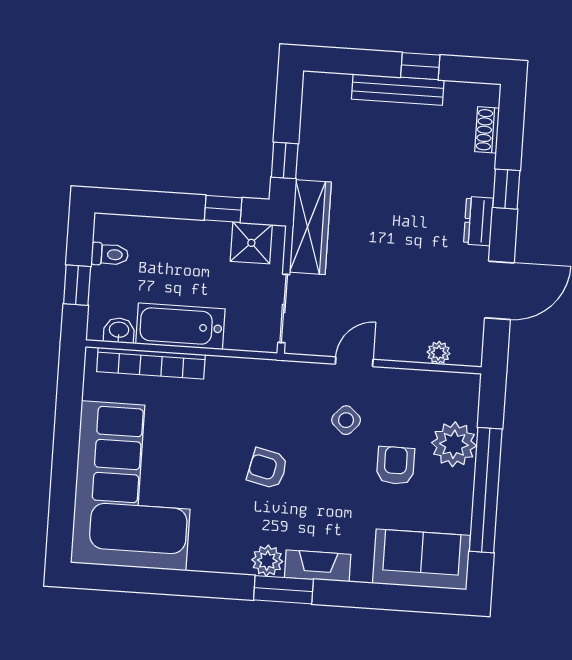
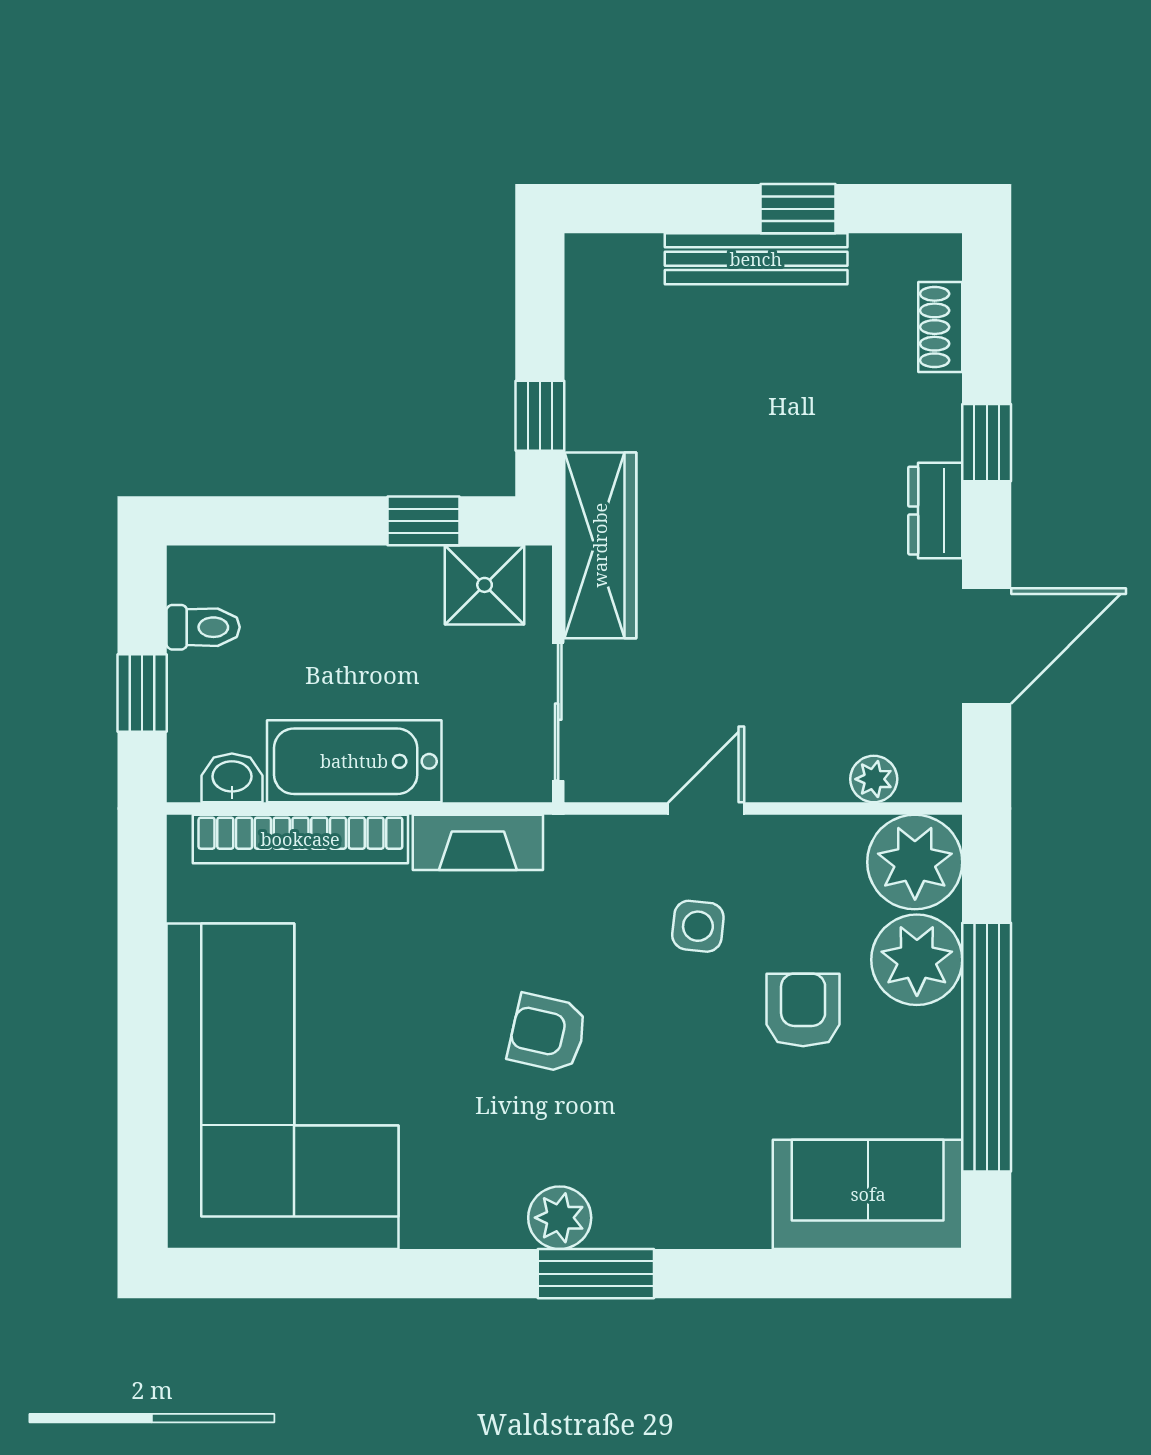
plant: (456, 396) -> (915, 862), added
side table: (346, 420) -> (698, 926), turned -36
fireplace: (318, 566) -> (478, 842), moved, turned 180

